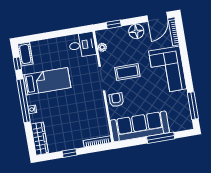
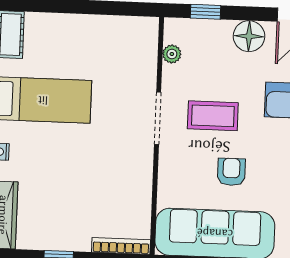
desk: (82, 45) -> (132, 40), removed
armchair: (116, 100) -> (231, 172), moved

